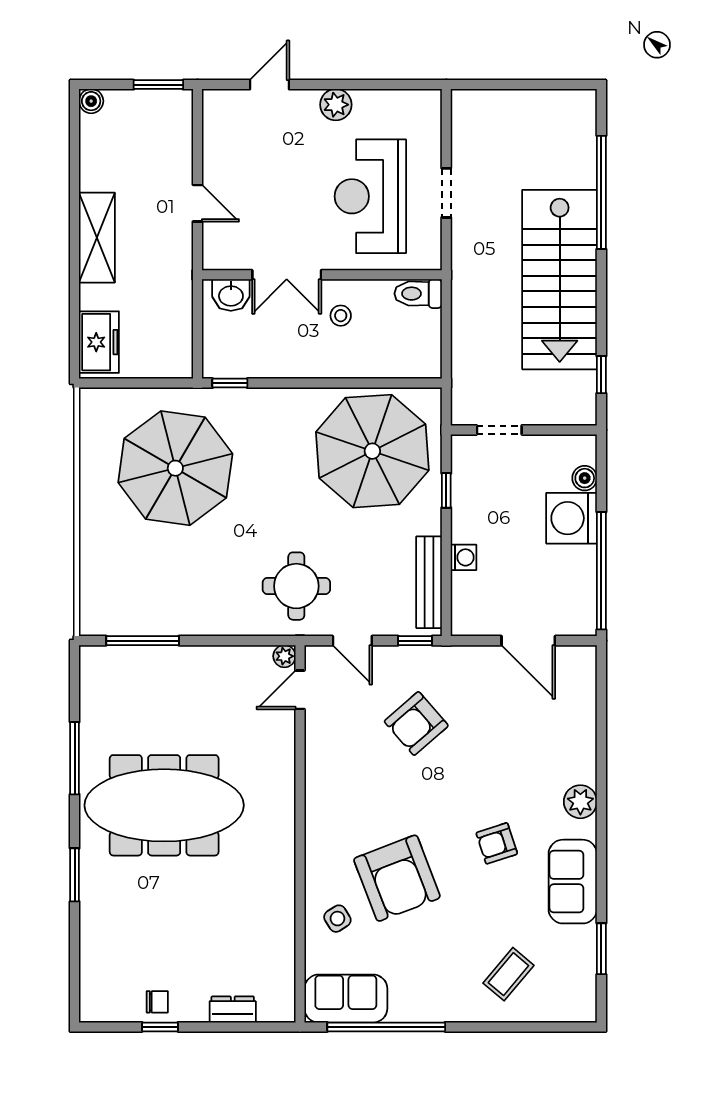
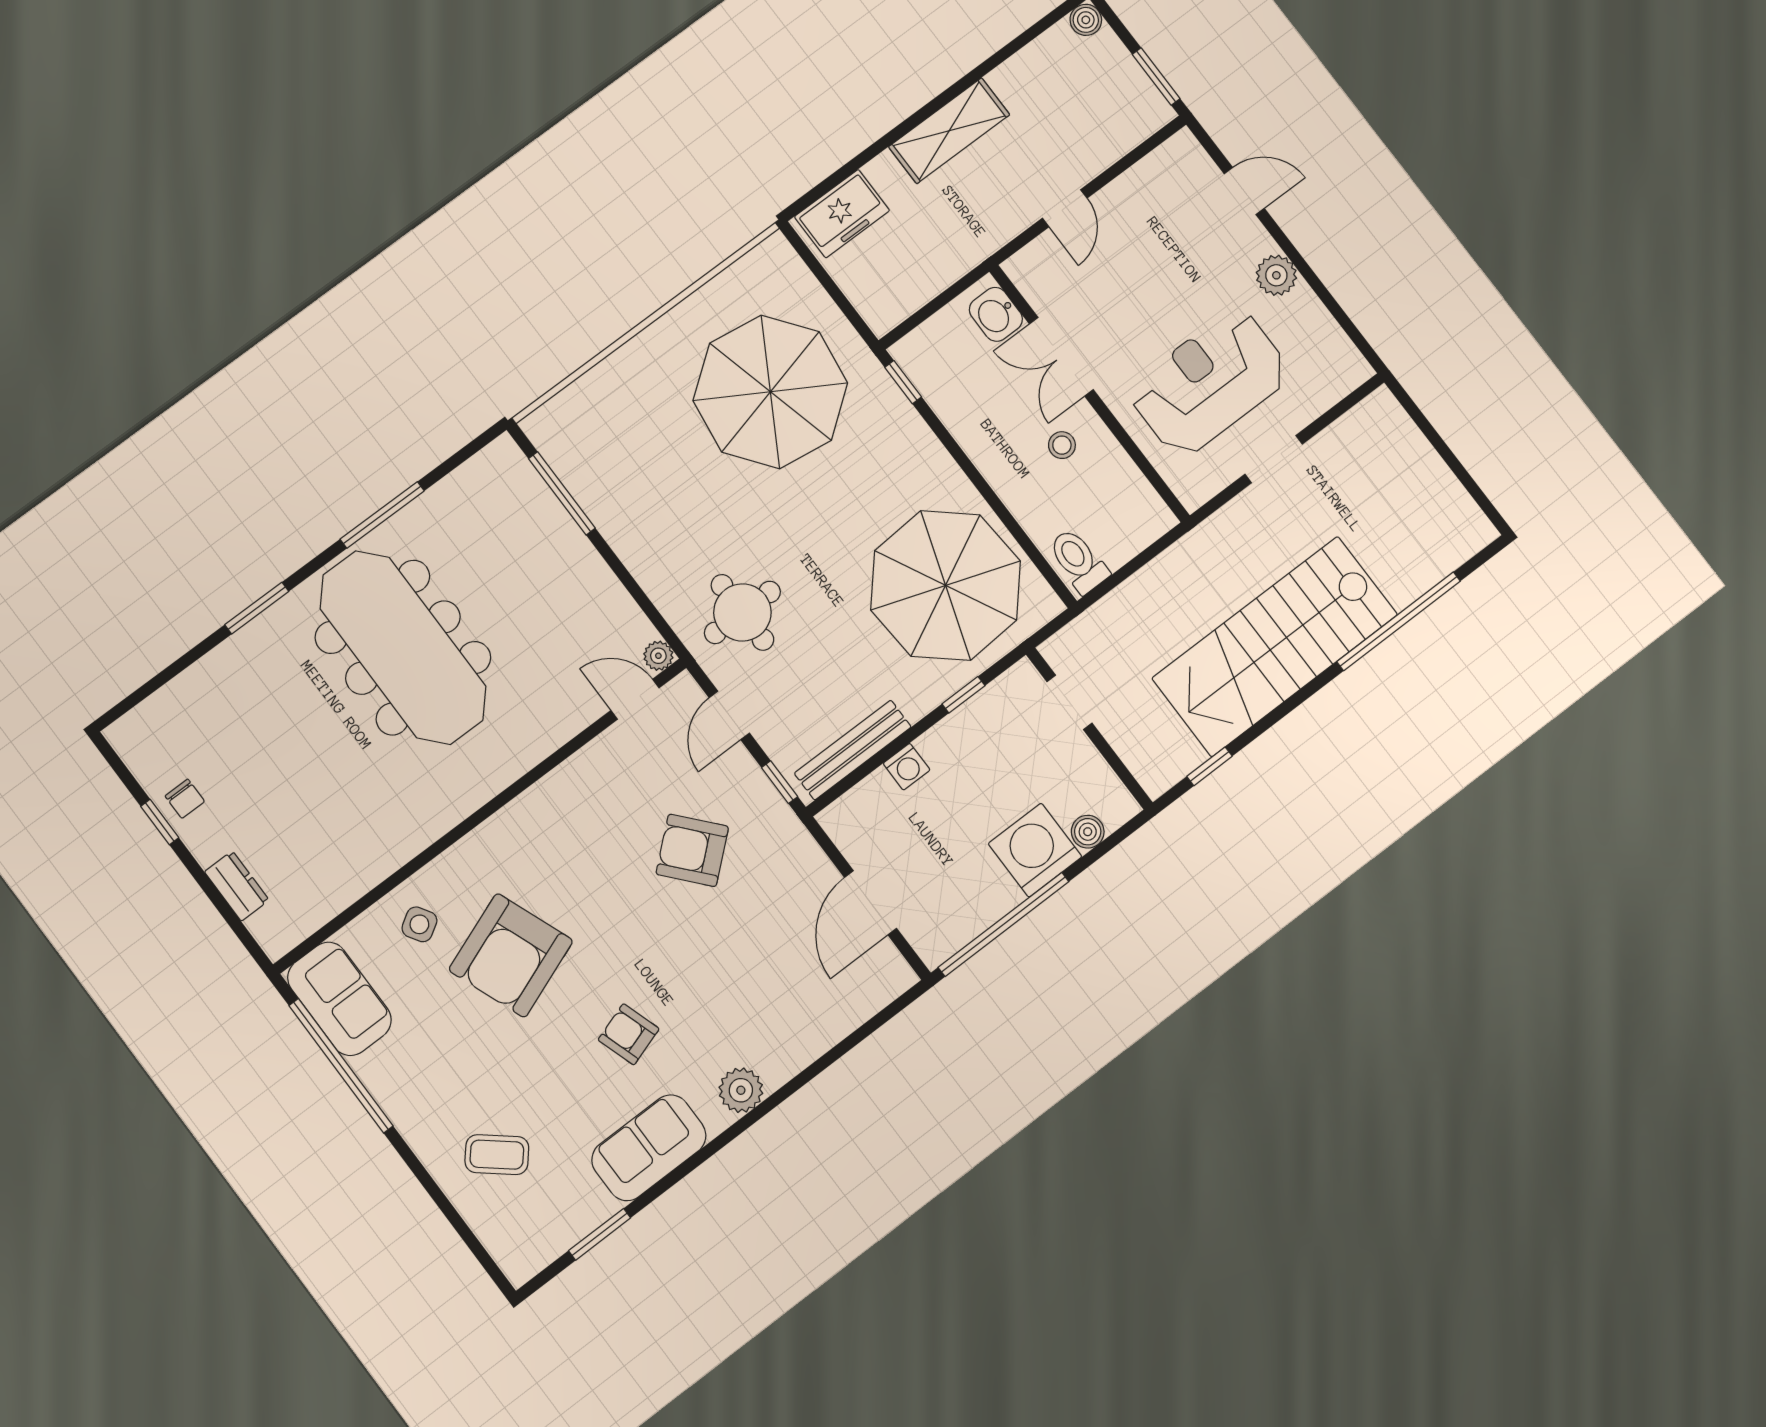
toilet: (418, 294) -> (1078, 561), moved

